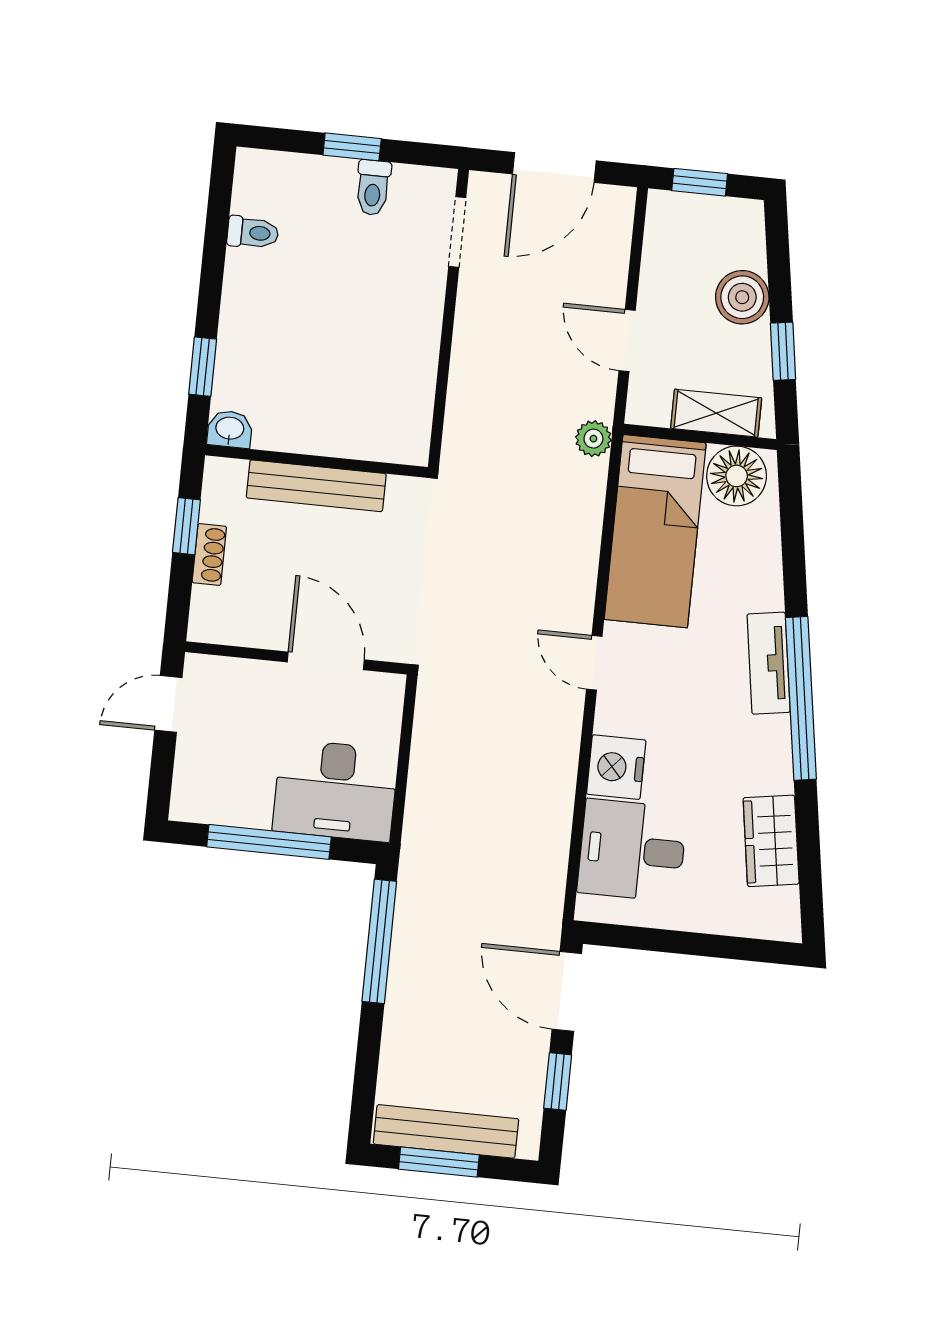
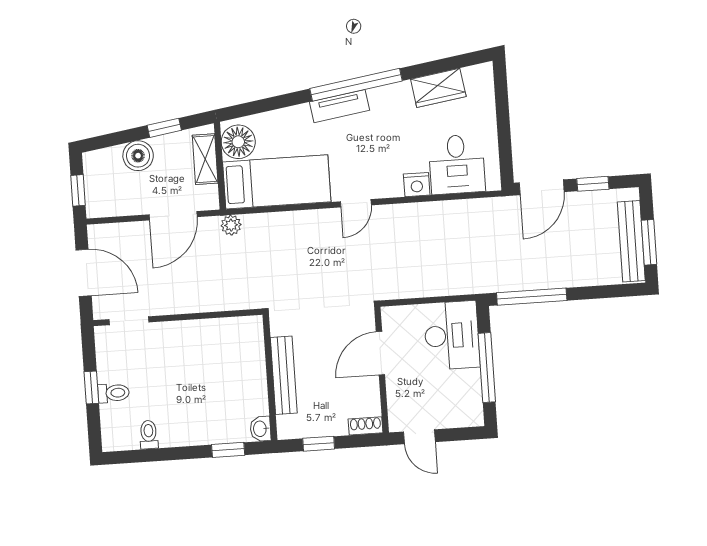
toilet: (373, 188) -> (114, 393), moved
door: (627, 341) -> (173, 216), width x1.38
shoe rack: (209, 555) -> (366, 426), moved
nightstand: (616, 767) -> (417, 185), width x0.74, depth x0.75

